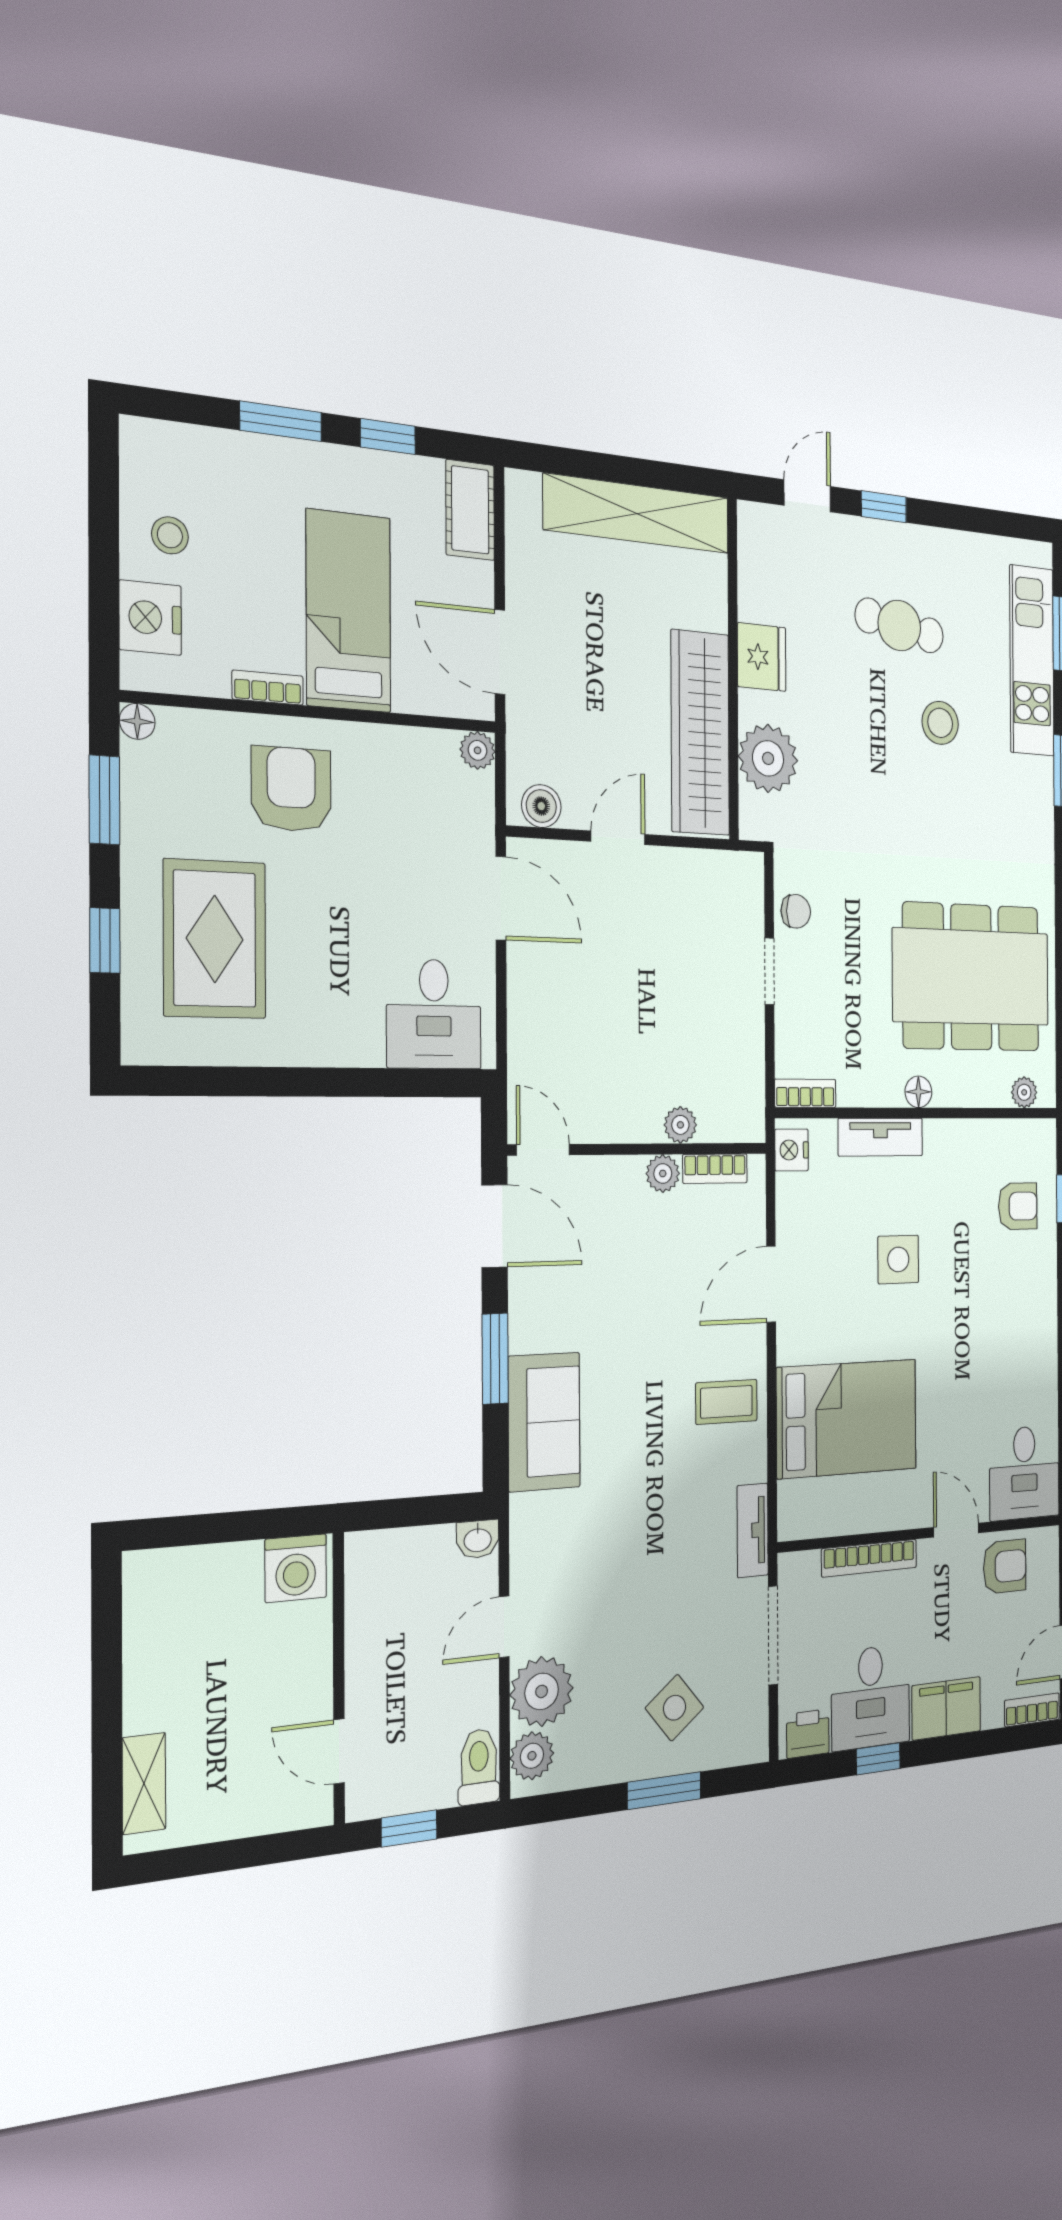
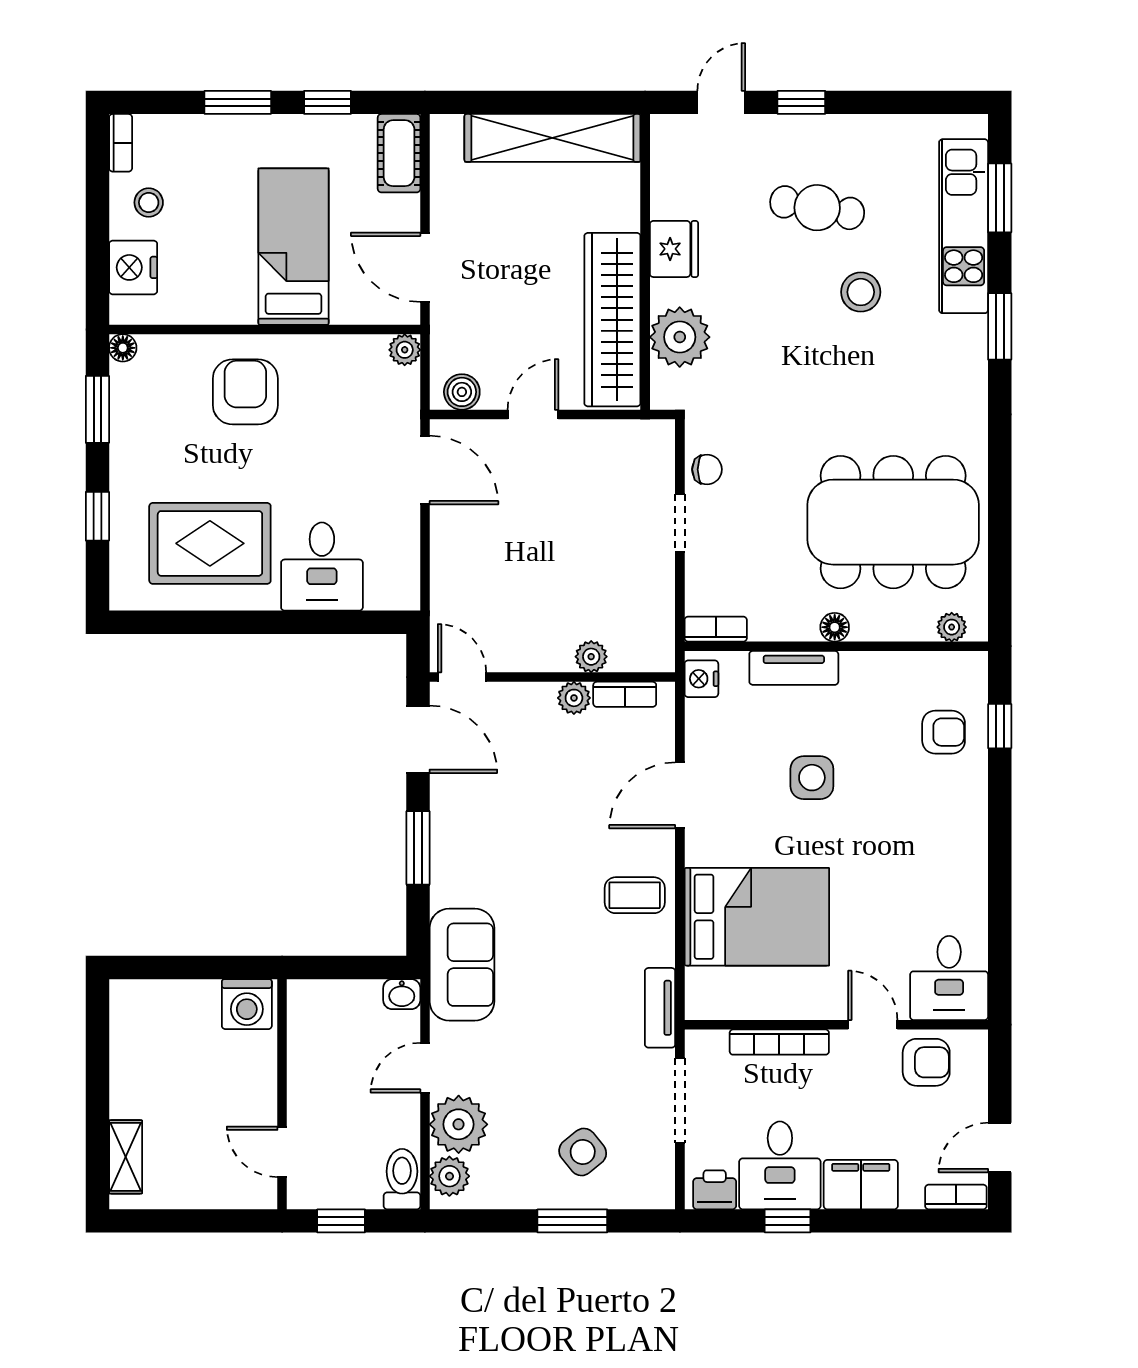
bookcase: (268, 688) -> (121, 143), moved, turned 90
rug: (215, 939) -> (210, 543), moved, turned 90
desk: (434, 1014) -> (322, 567), moved
sofa: (544, 1422) -> (462, 965), moved

